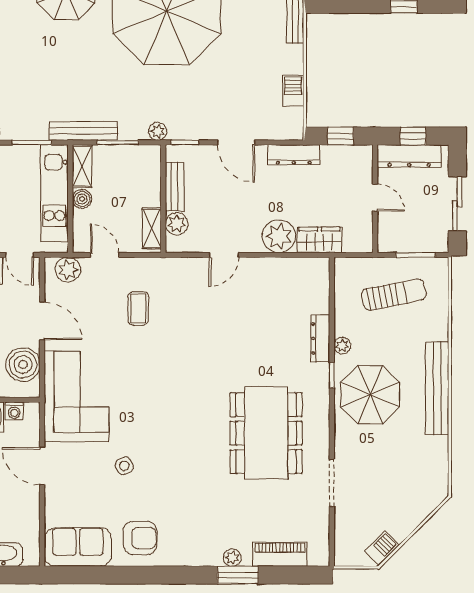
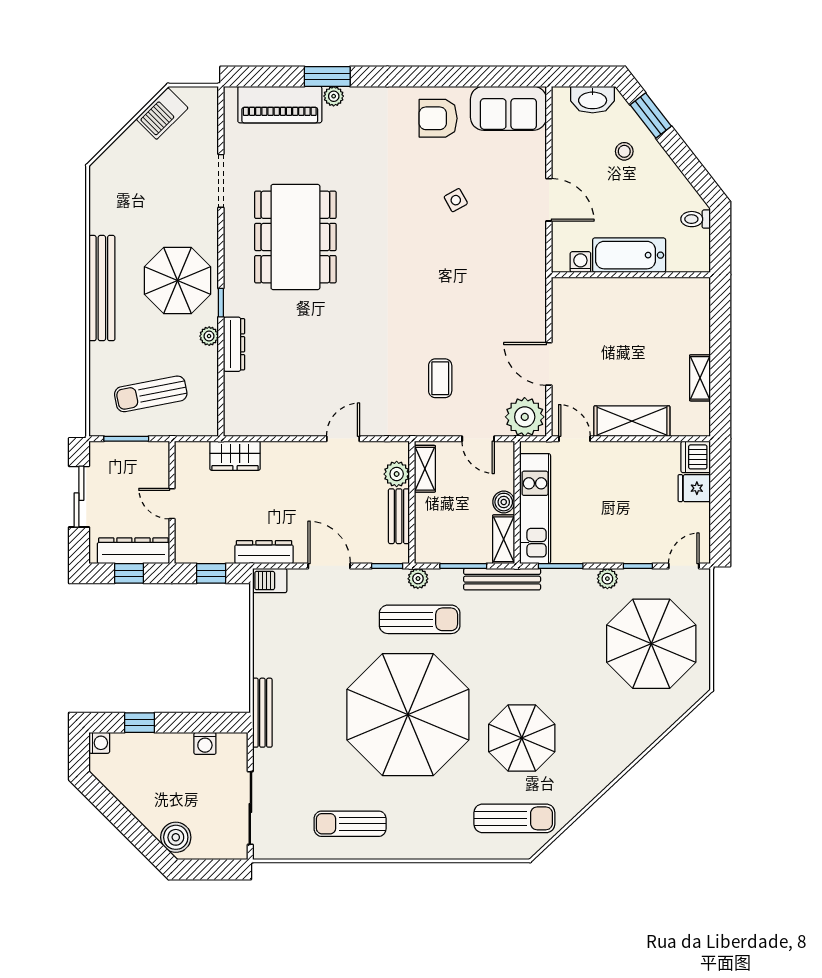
barbecue: (293, 91) -> (270, 581), moved, turned 90
sun lounger: (156, 95) -> (420, 619), added
plant: (279, 236) -> (281, 460), removed
plant: (68, 270) -> (525, 417), width x1.36, depth x1.36
boiler: (23, 365) -> (571, 315), removed
corner sofa: (77, 396) -> (510, 279), removed
barbecue: (382, 548) -> (162, 114), width x1.38, depth x1.27
piano: (280, 554) -> (280, 105), width x1.37, depth x1.33

